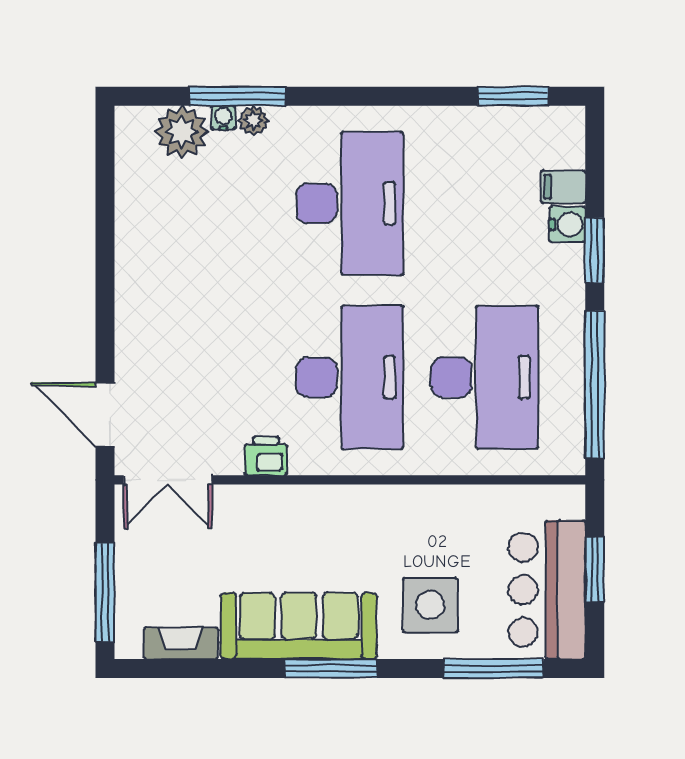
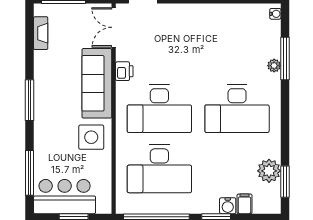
water cooler: (223, 118) -> (275, 14), moved
plant: (182, 132) -> (269, 171), moved
side table: (430, 605) -> (91, 137), moved
sofa: (299, 626) -> (97, 83), moved, turned 180

